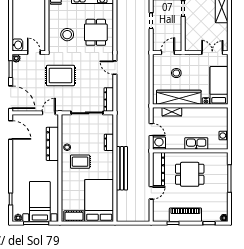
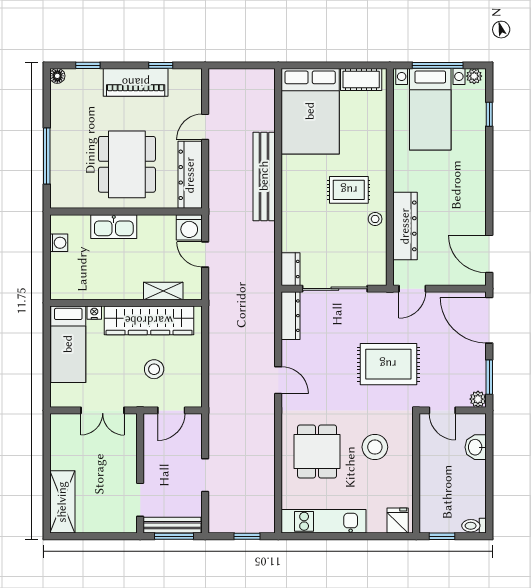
washbasin: (17, 45) -> (476, 447), moved
double door: (212, 53) -> (103, 410), moved
dresser: (109, 142) -> (291, 269), moved
dining table: (190, 174) -> (127, 164), width x1.38

